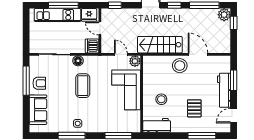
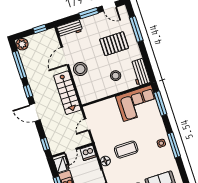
window: (234, 23) -> (40, 29), moved
plant: (135, 61) -> (89, 110), removed
window: (234, 80) -> (89, 13), moved
corner sofa: (126, 90) -> (137, 103), moved
workbench: (224, 90) -> (70, 29), moved, width x0.73
pallet: (194, 108) -> (114, 44), width x1.50, depth x1.42

